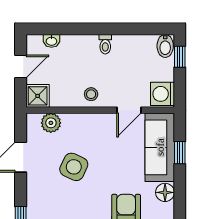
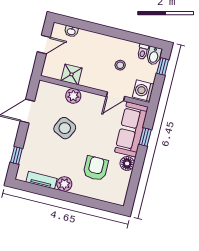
toilet: (105, 44) -> (143, 52), moved
stool: (91, 94) -> (120, 65), moved
shower: (38, 96) -> (71, 74), moved
plant: (51, 123) -> (73, 96), moved

